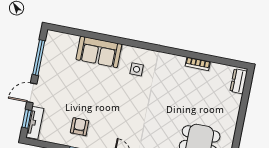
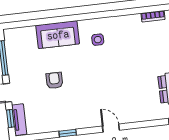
armchair: (80, 127) -> (54, 80), moved

